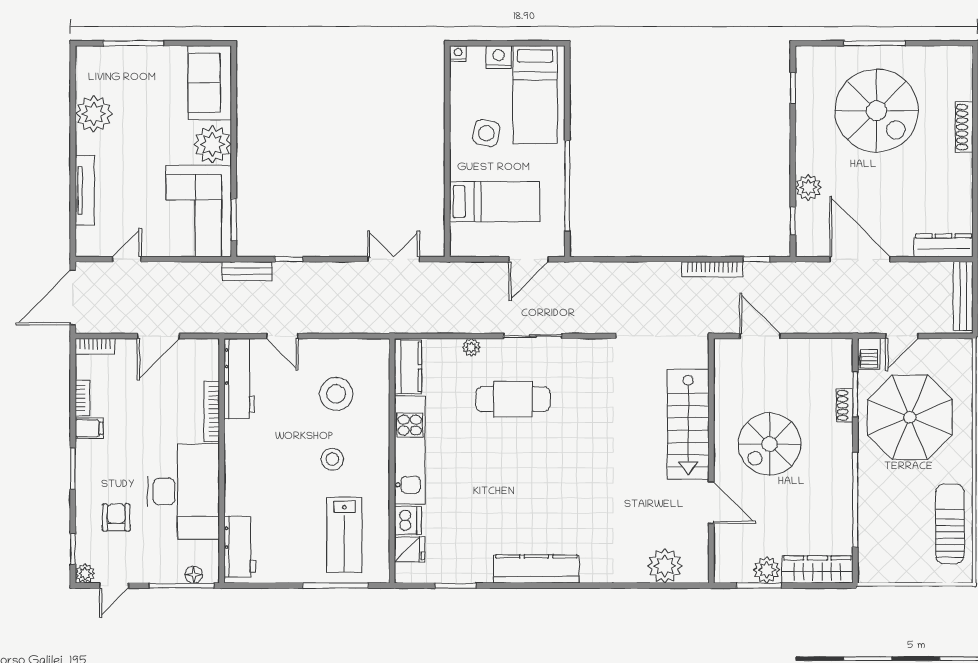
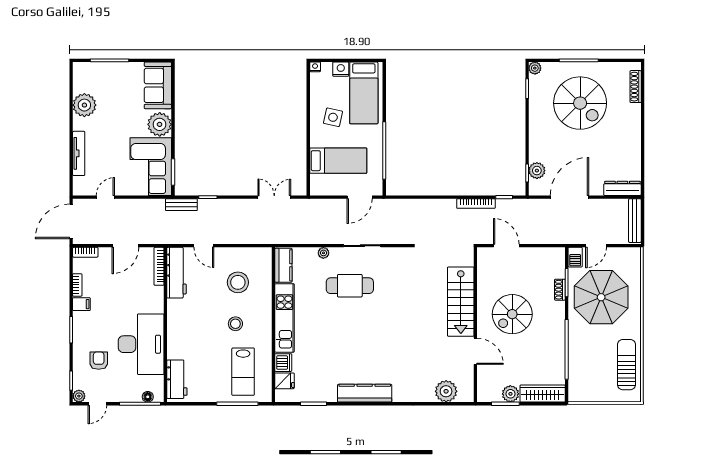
plant: (805, 55) -> (535, 68), added
shoe rack: (964, 127) -> (636, 87), moved
plant: (808, 187) -> (537, 171), moved
door: (860, 259) -> (570, 197), hinge flipped
bookcase: (212, 411) -> (159, 266), moved

